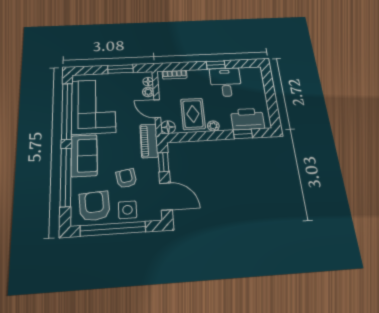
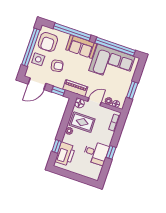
armchair: (95, 206) -> (48, 42), turned 94

